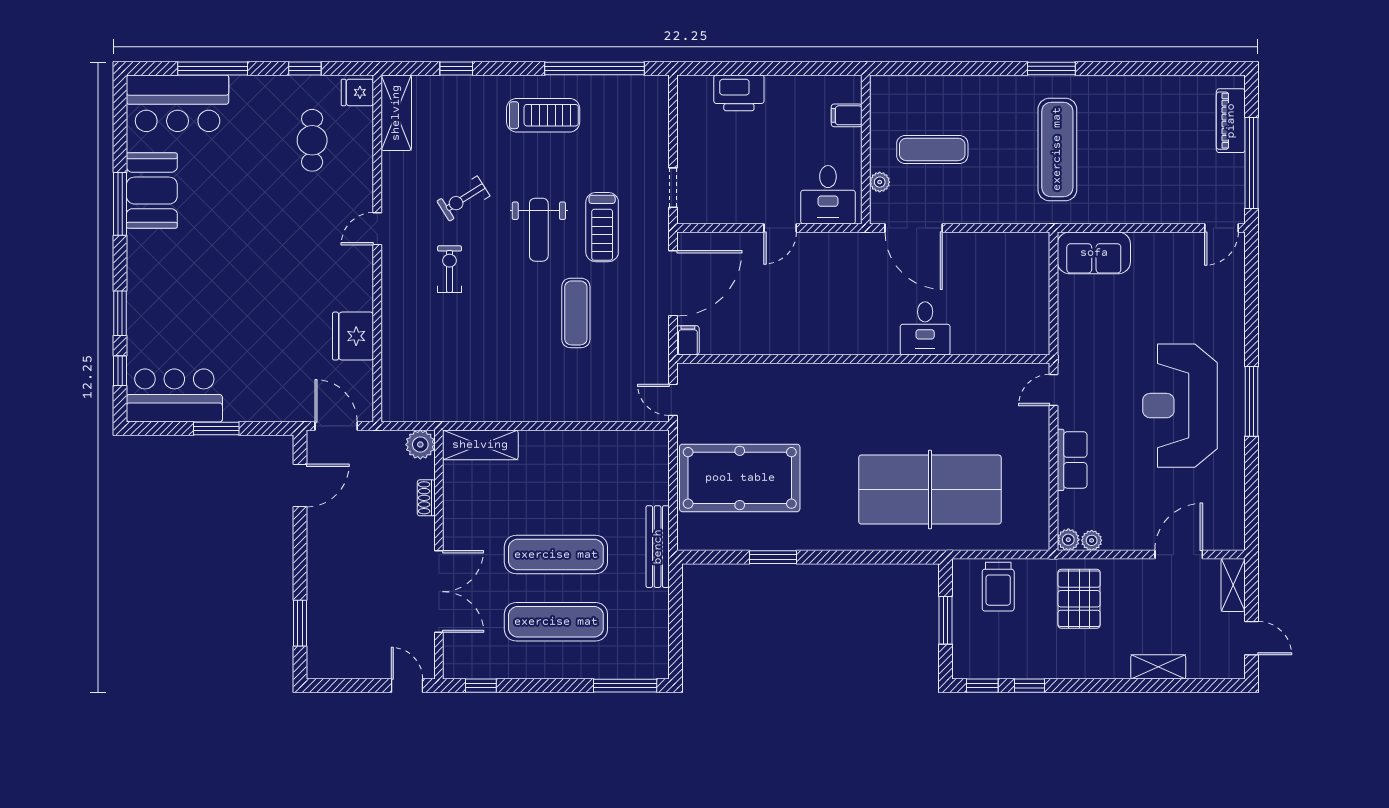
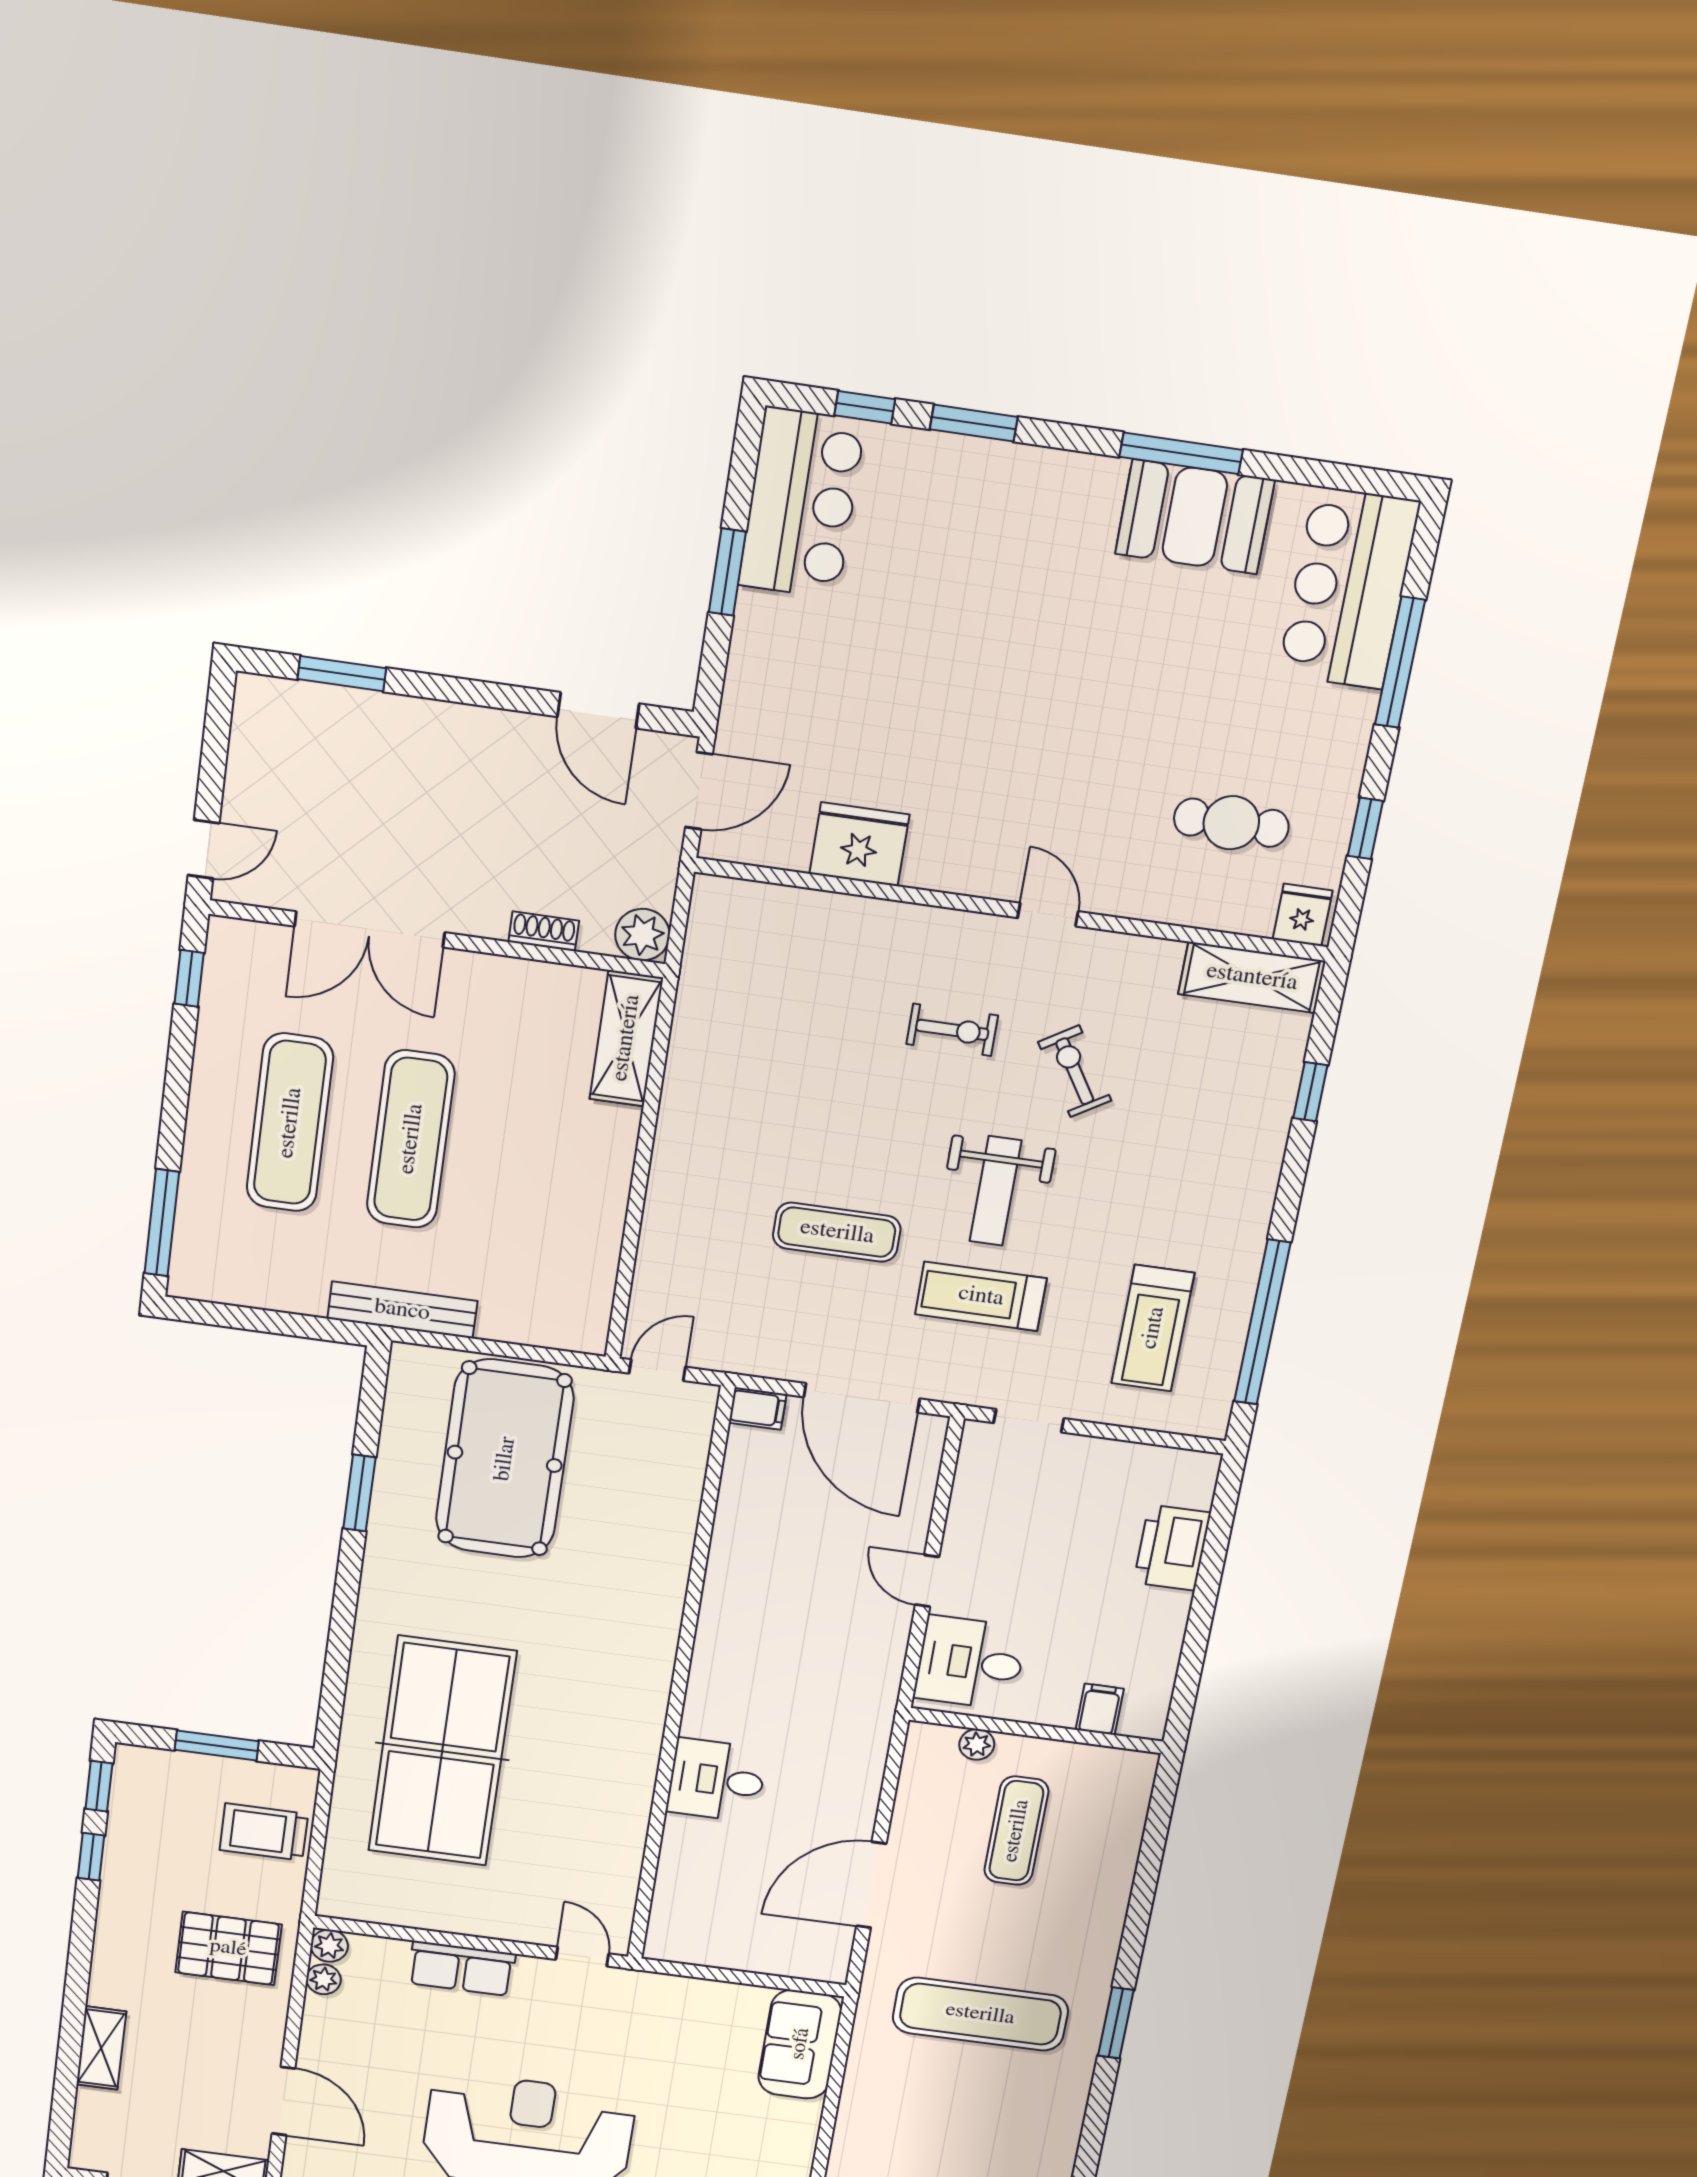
treadmill: (543, 115) -> (1153, 1328), moved
door: (914, 228) -> (871, 1885), moved
weight bench: (539, 230) -> (996, 1191), turned -90

